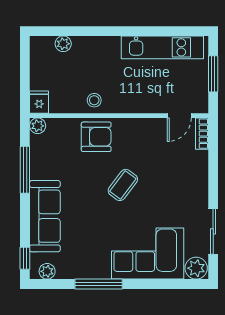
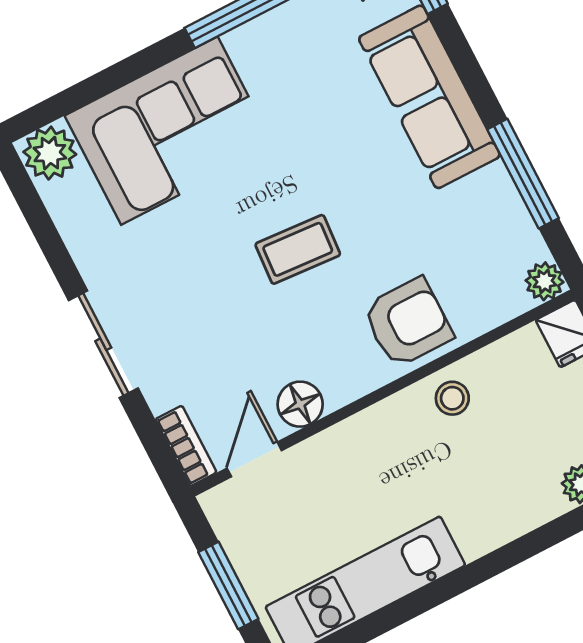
floor lamp: (152, 127) -> (300, 404), added
armchair: (96, 137) -> (408, 323), turned 180
coffee table: (123, 185) -> (298, 249), turned 57
sliding door: (213, 231) -> (103, 344), moved

